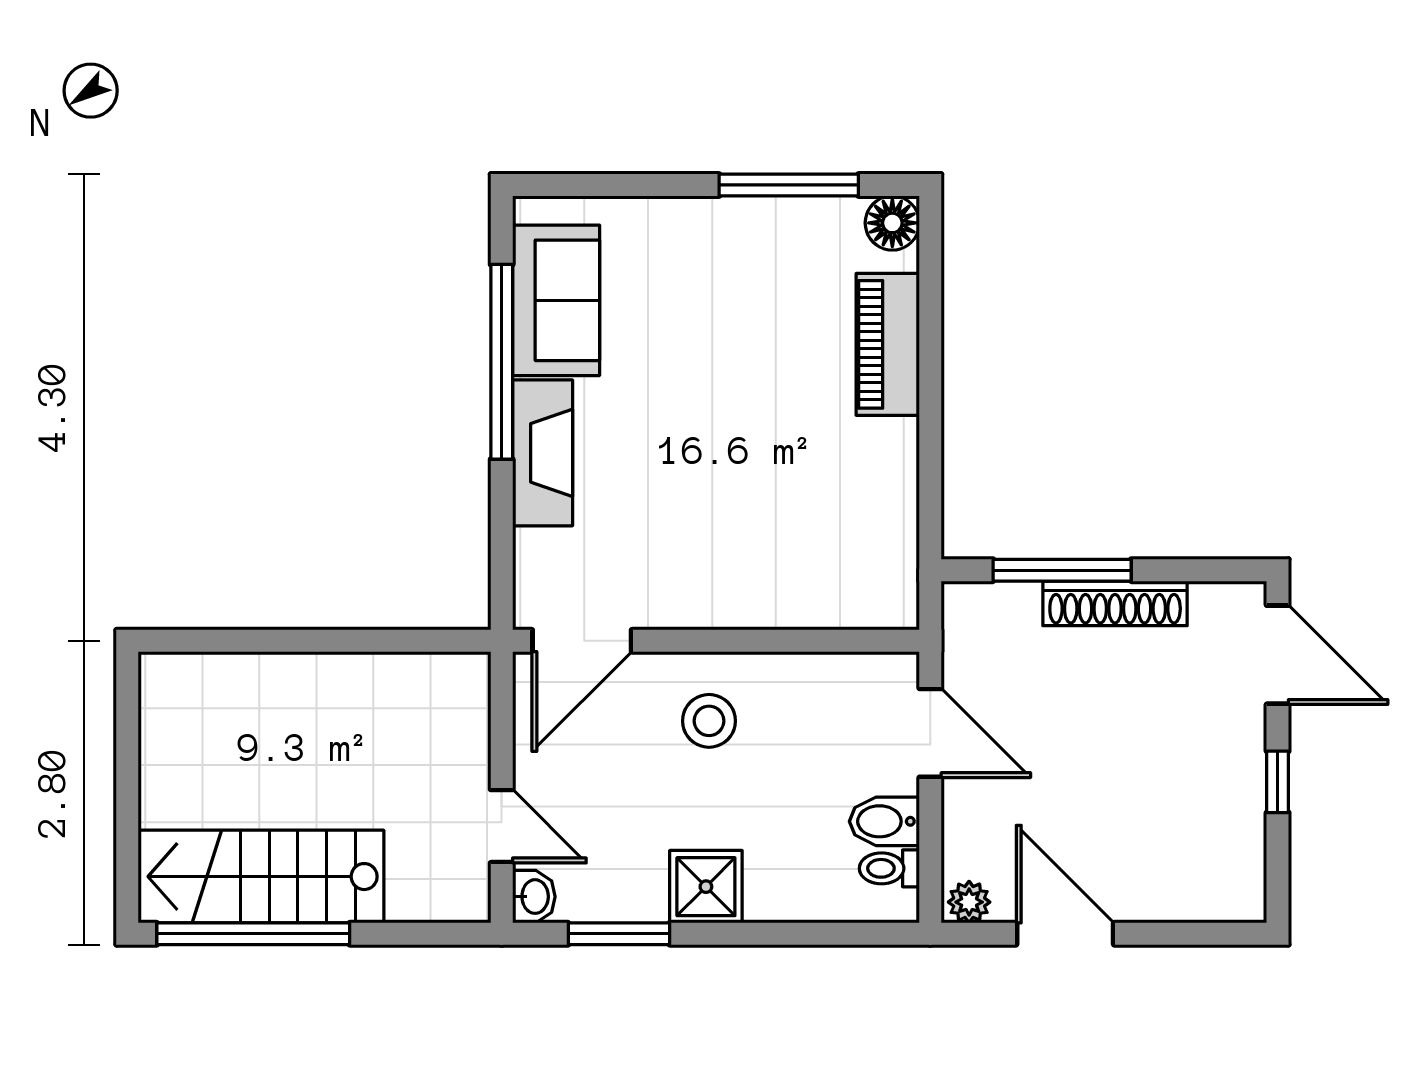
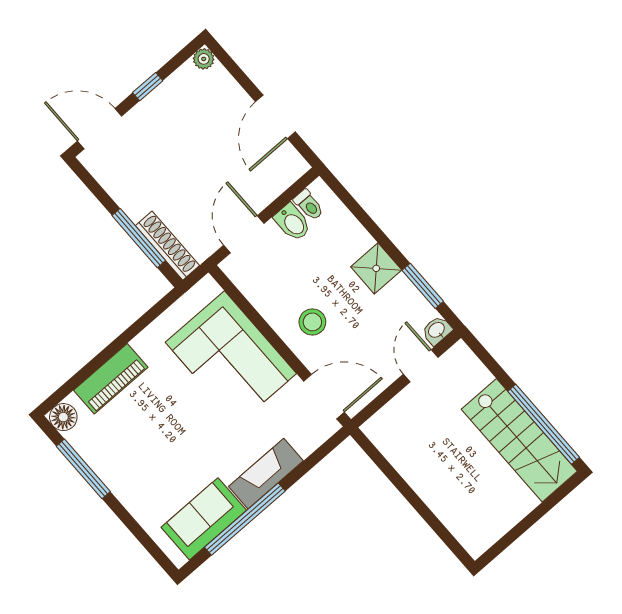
corner sofa: (762, 552) -> (231, 358), added
shoe rack: (1115, 603) -> (167, 246), moved
door: (1278, 655) -> (100, 129), hinge flipped
plant: (969, 902) -> (204, 59), moved

